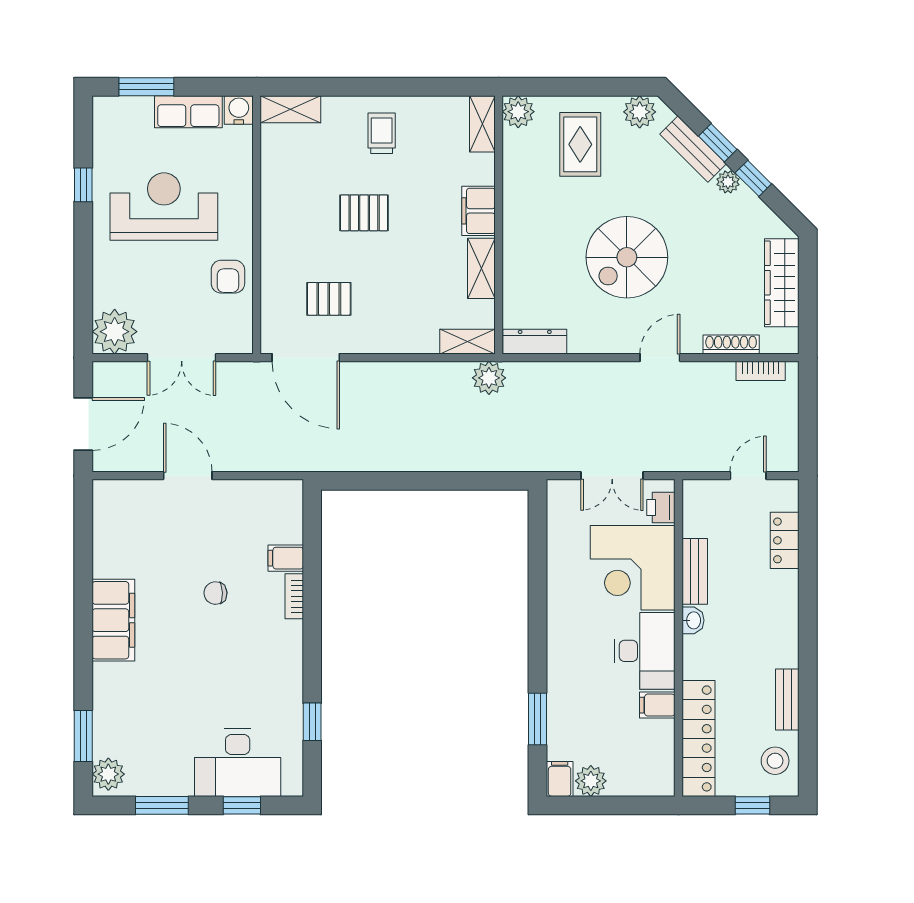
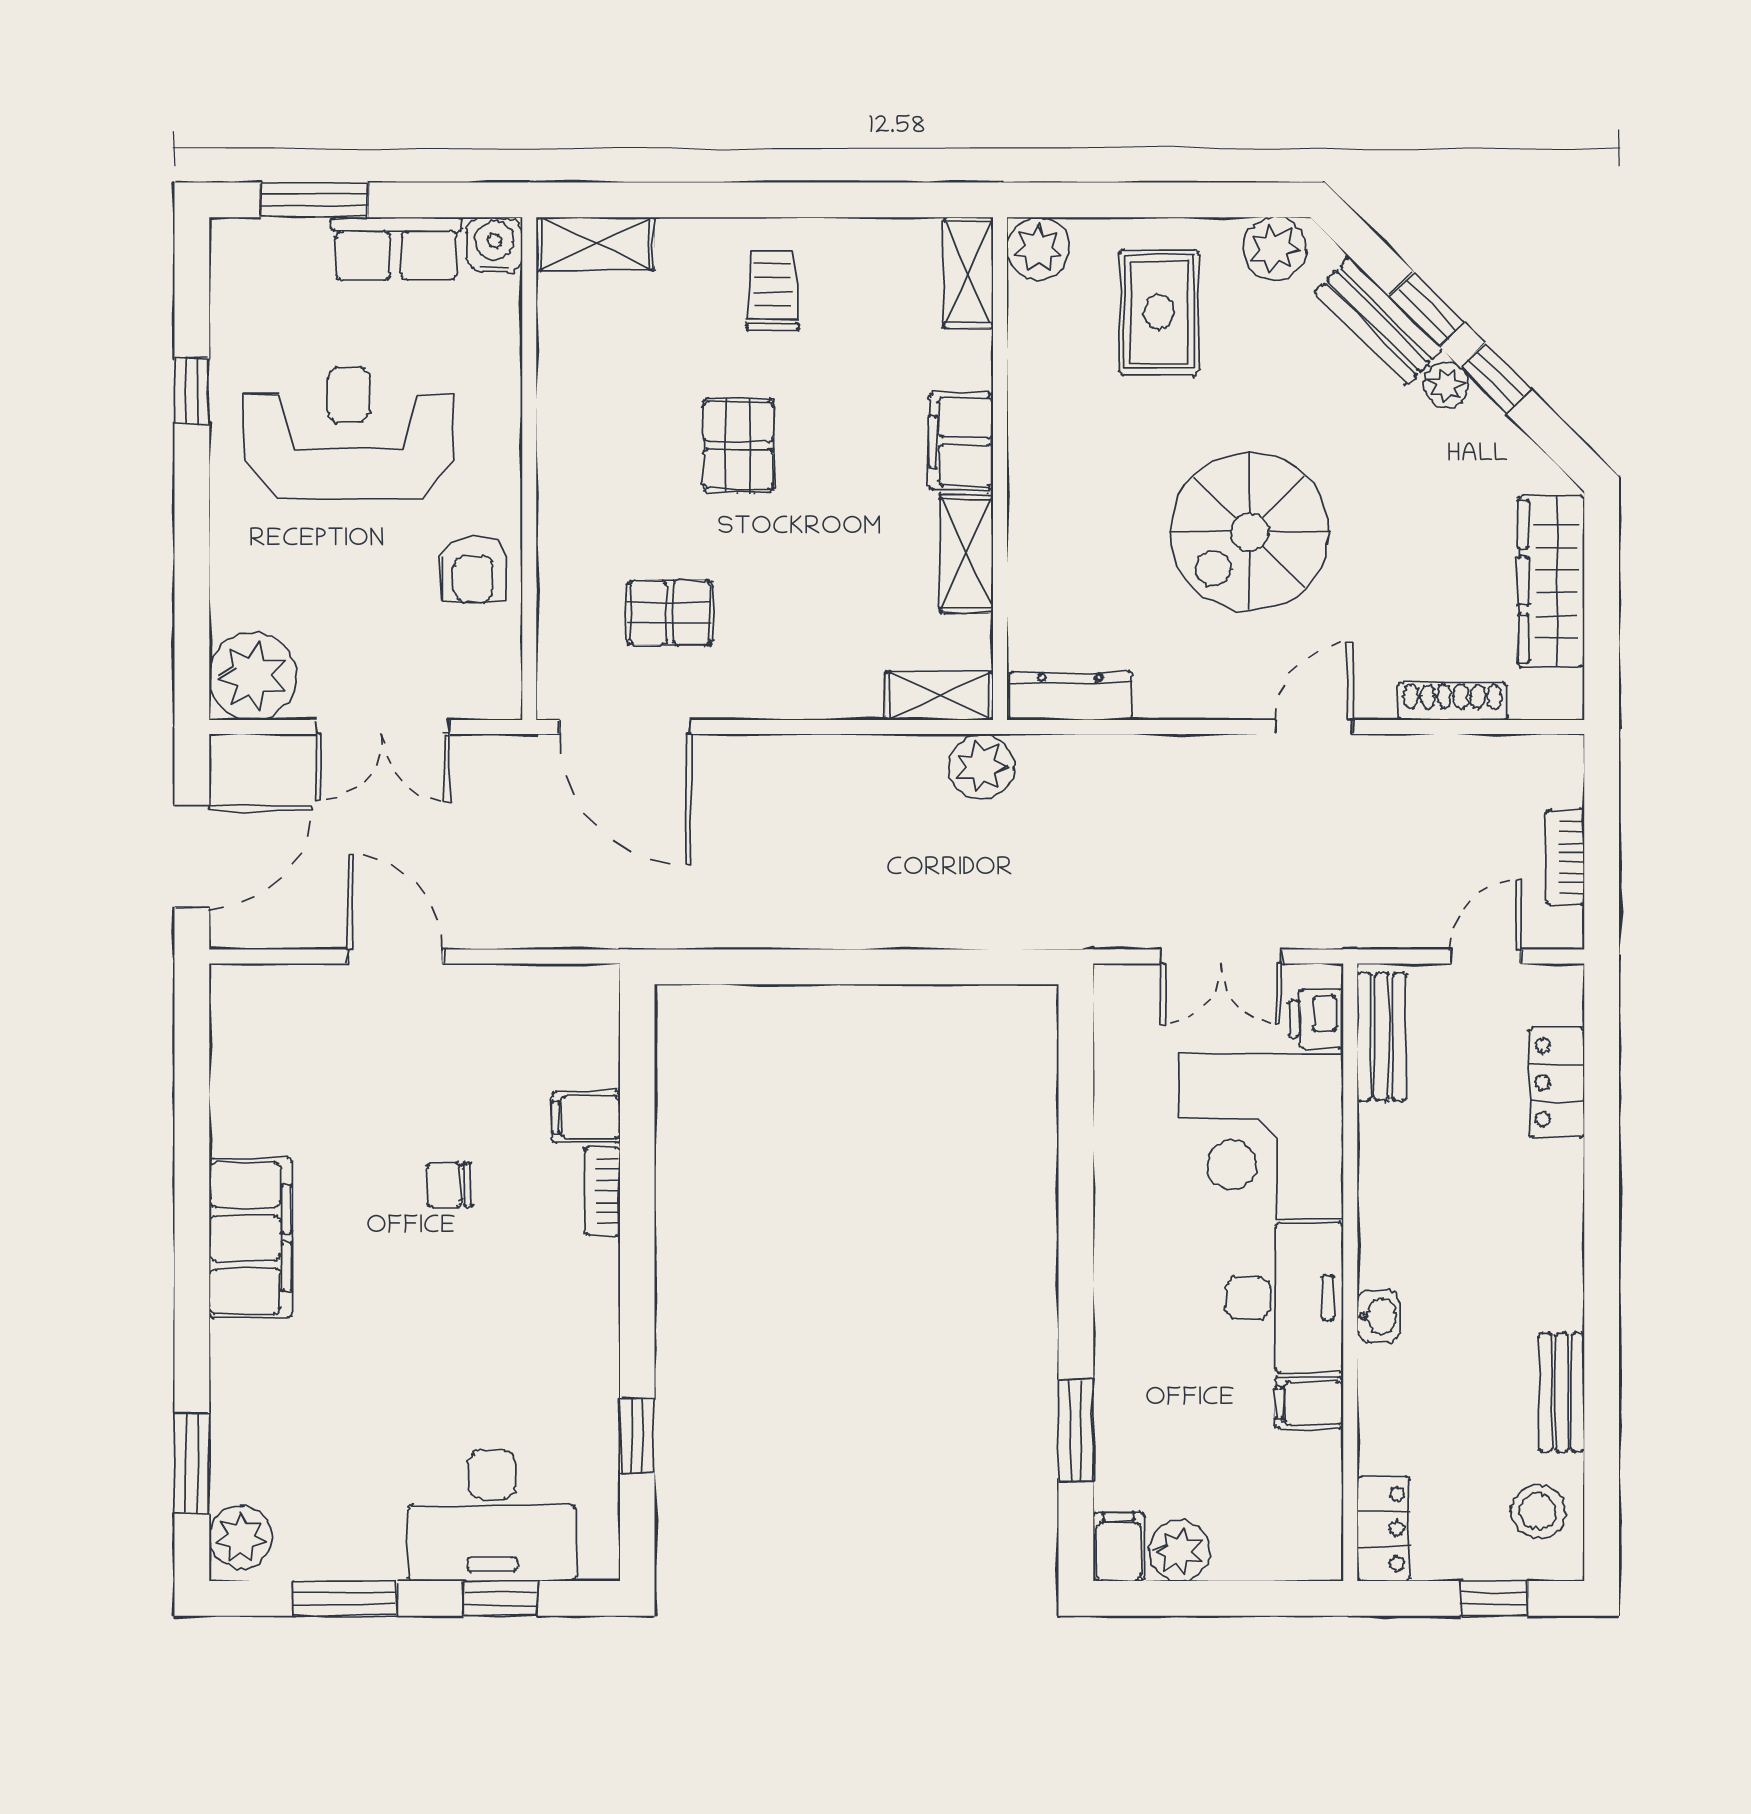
pallet: (364, 213) -> (738, 445), turned 90
bookcase: (761, 371) -> (1565, 857), moved, turned 90
bench: (695, 571) -> (1382, 1037), moved
washbasin: (693, 620) -> (1378, 1316), moved
locker: (698, 738) -> (1384, 1529), width x0.46, depth x0.83

